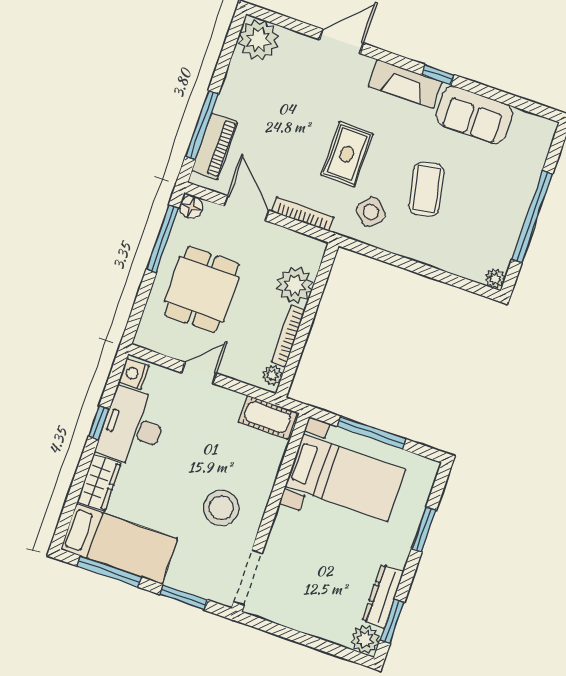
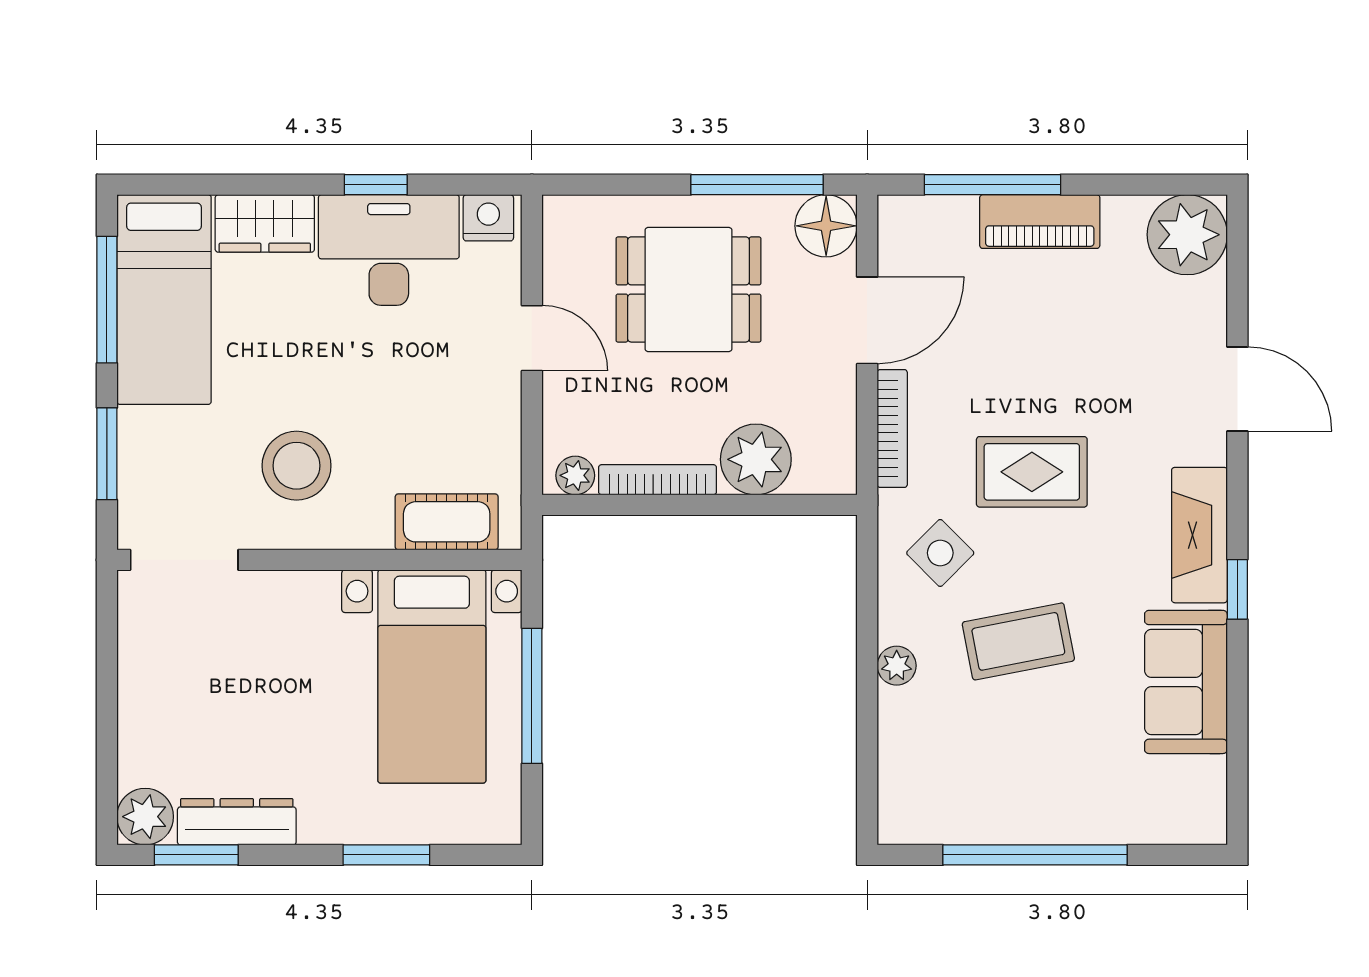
piano: (215, 146) -> (1040, 222), moved
floor lamp: (191, 207) -> (826, 226), width x1.38, depth x1.38
plant: (495, 278) -> (897, 666), moved
cot: (268, 417) -> (447, 522), moved, turned 90

